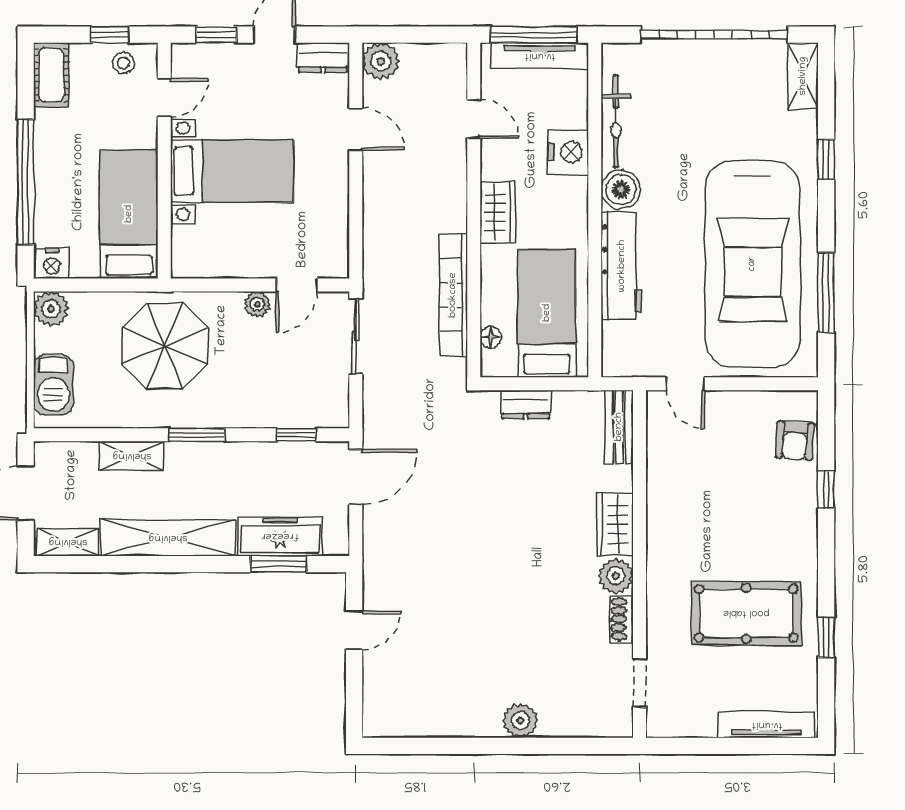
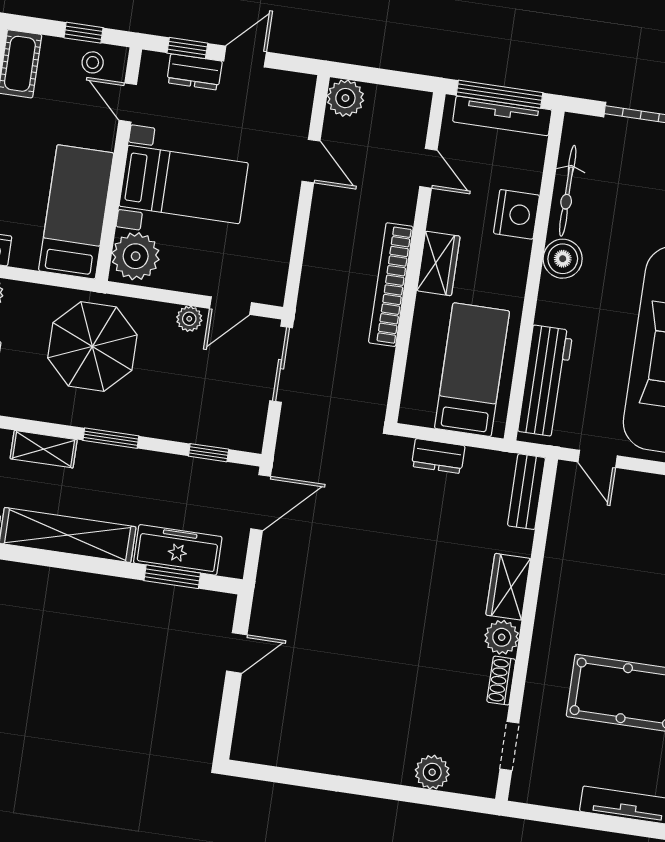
dresser: (323, 57) -> (194, 72), moved
door: (164, 98) -> (128, 102), swing flipped
plant: (195, 250) -> (136, 256), added
workbench: (622, 266) -> (545, 381), moved
bookcase: (453, 295) -> (391, 285), moved
floor lamp: (491, 337) -> (414, 385), removed
plant: (520, 721) -> (432, 772), moved

